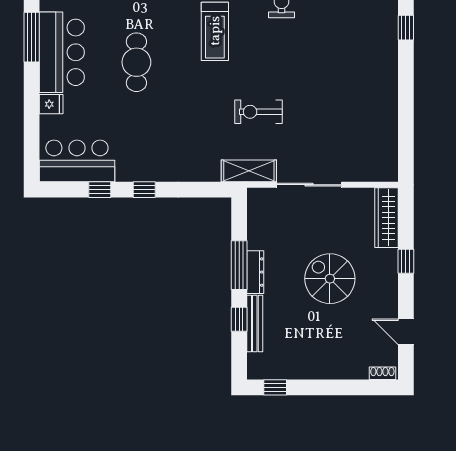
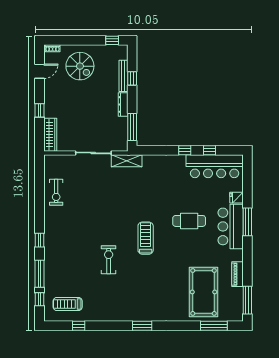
window: (32, 37) -> (247, 222), moved
cafe table: (136, 62) -> (189, 221), turned 90
exercise bike: (259, 112) -> (56, 192), moved, turned 90
bar counter: (77, 161) -> (215, 166), width x1.36
window: (239, 265) -> (132, 127), moved
spiral stairs: (330, 279) -> (80, 66), moved
door: (406, 332) -> (40, 71), hinge flipped

